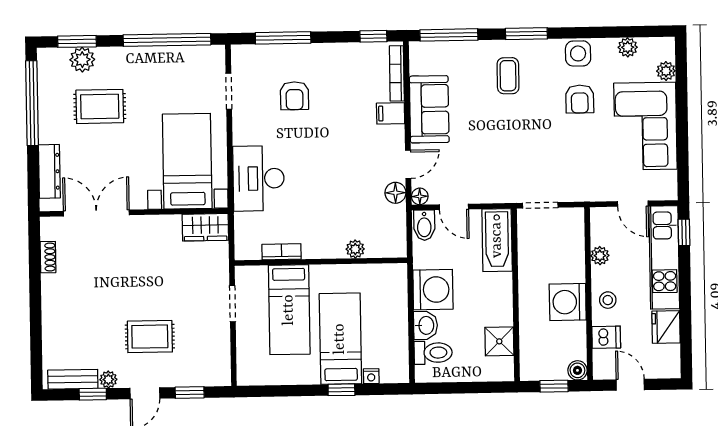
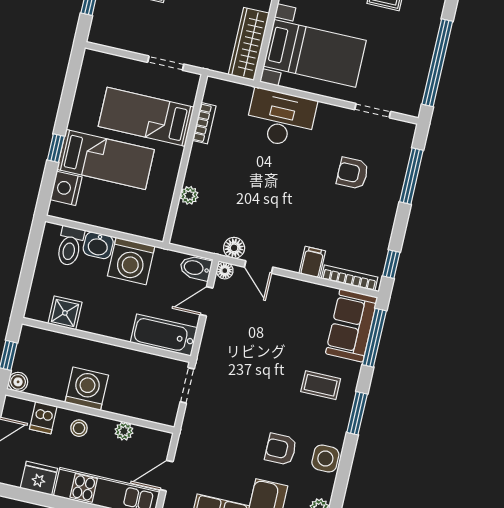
sofa: (429, 109) -> (352, 325), moved, turned 90
wardrobe: (205, 227) -> (249, 44), width x1.50
nightstand: (371, 376) -> (66, 188), width x1.89, depth x1.79

